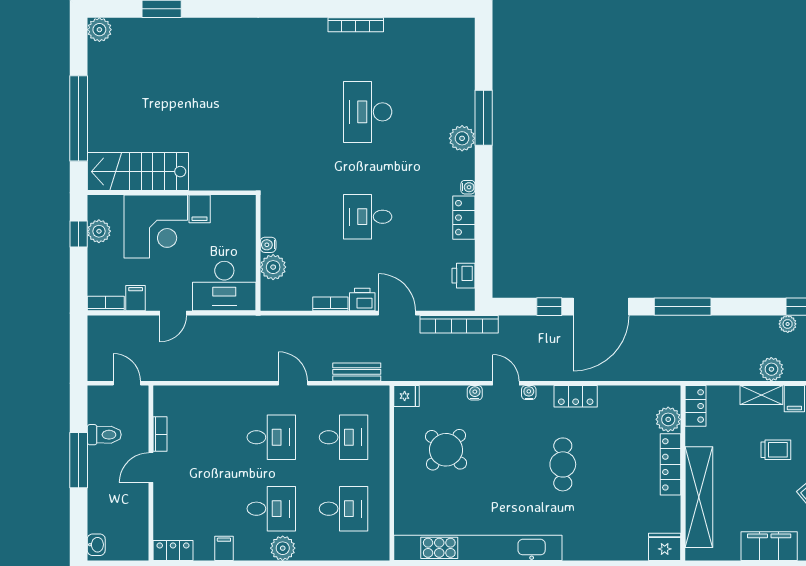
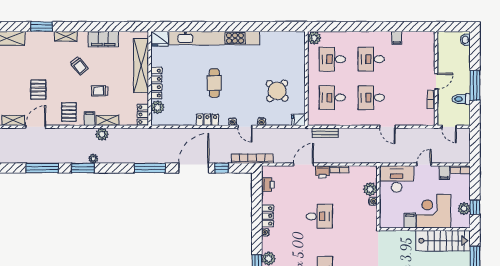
door: (397, 313) -> (304, 164), swing flipped
bookcase: (459, 324) -> (252, 159), moved
door: (293, 383) -> (387, 127), moved
plant: (283, 548) -> (314, 38), moved
kitchen unit: (478, 548) -> (214, 38), moved
locker: (173, 550) -> (424, 37), removed

